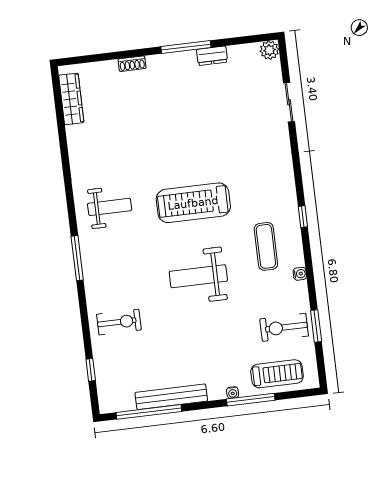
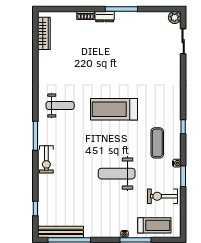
dresser: (212, 56) -> (105, 17), moved
sliding door: (289, 102) -> (183, 41), moved
weight bench: (198, 276) -> (117, 174), moved
exercise bike: (119, 322) -> (46, 159), moved, turned 90
window: (316, 326) -> (183, 176), moved
bench: (171, 397) -> (60, 232), moved

